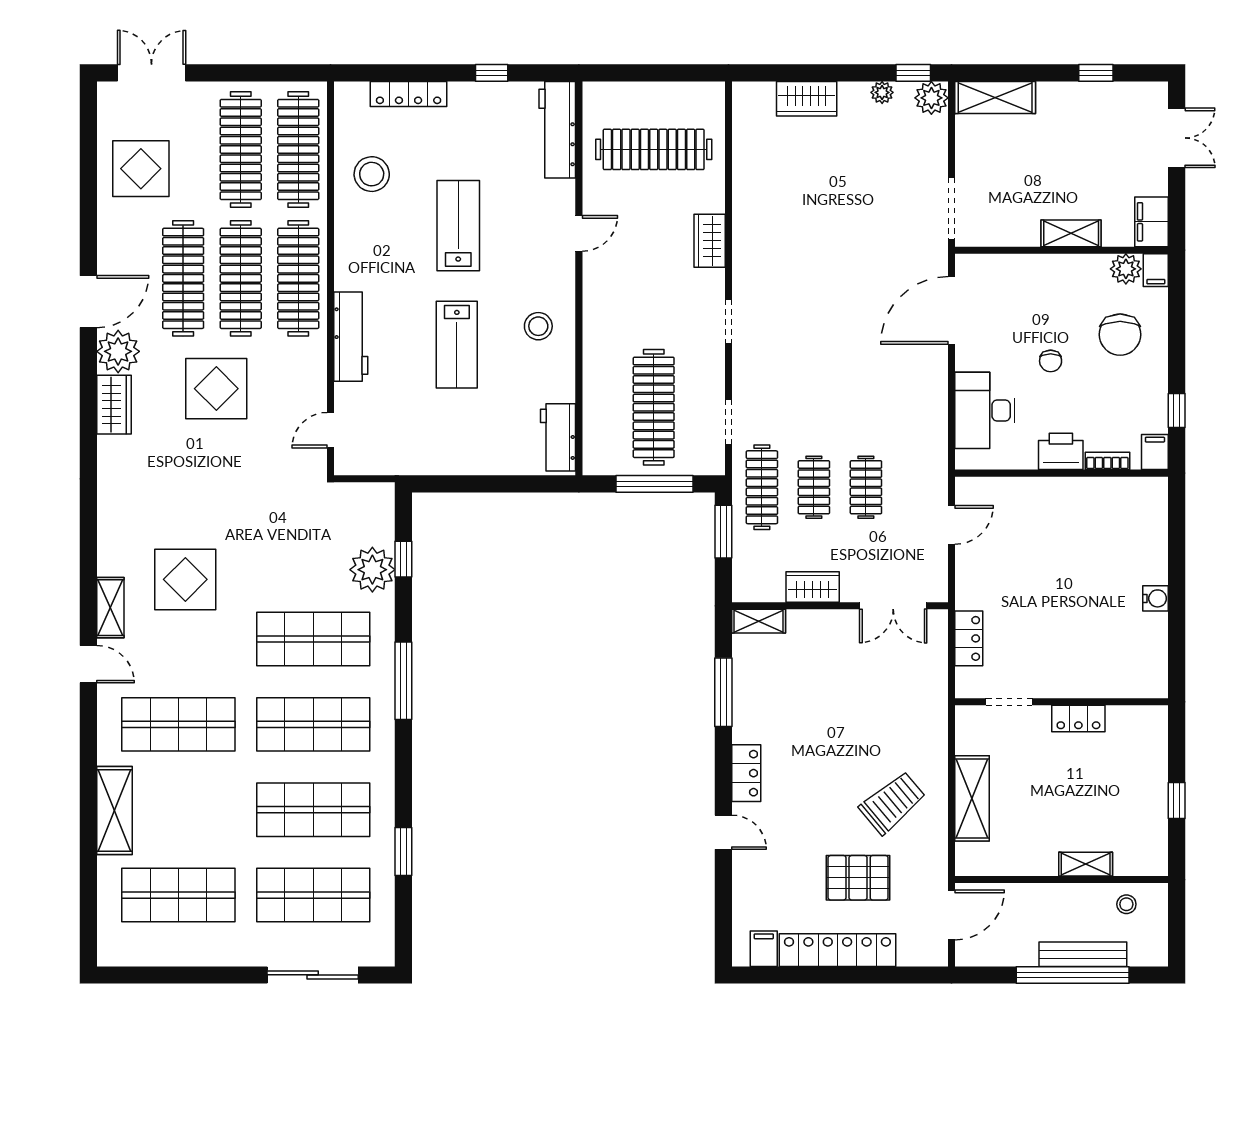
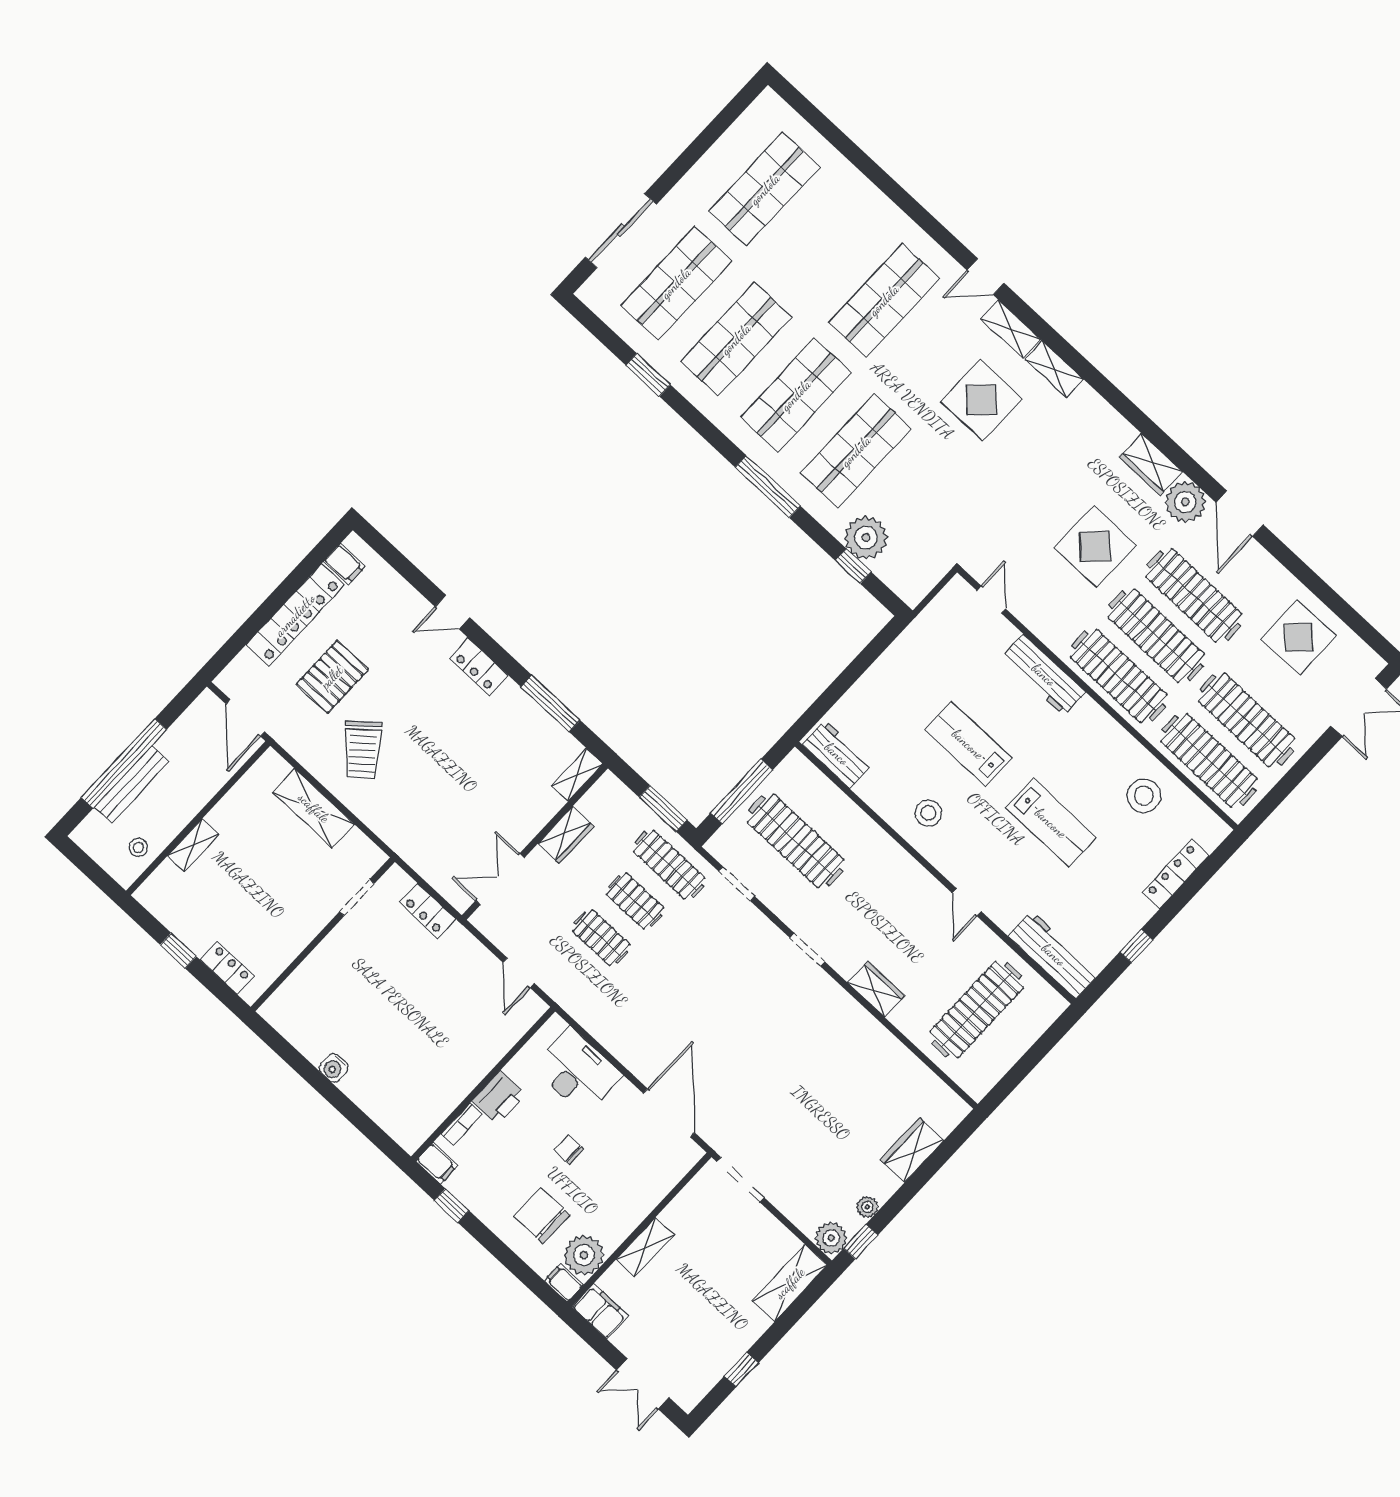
plant: (1126, 269) -> (584, 1255), width x1.36, depth x1.36
locker: (1078, 719) -> (227, 968), moved, turned 90
shelving: (114, 811) -> (1054, 369), moved, width x0.67, depth x0.75

